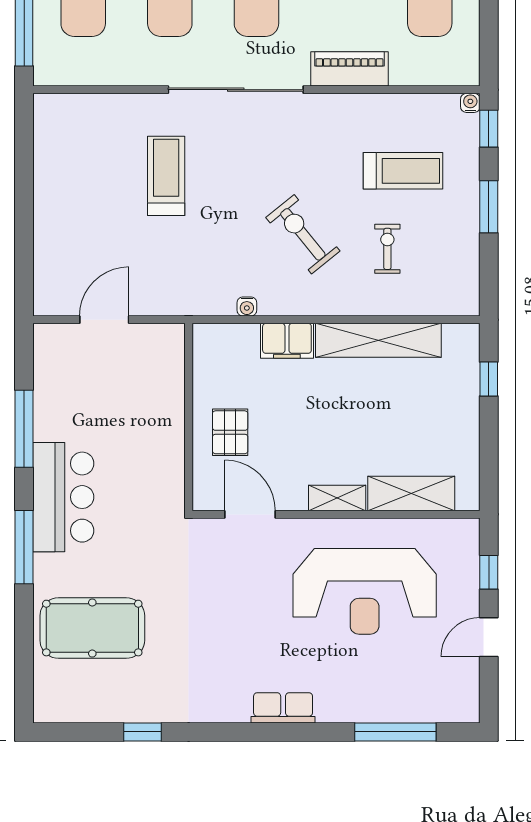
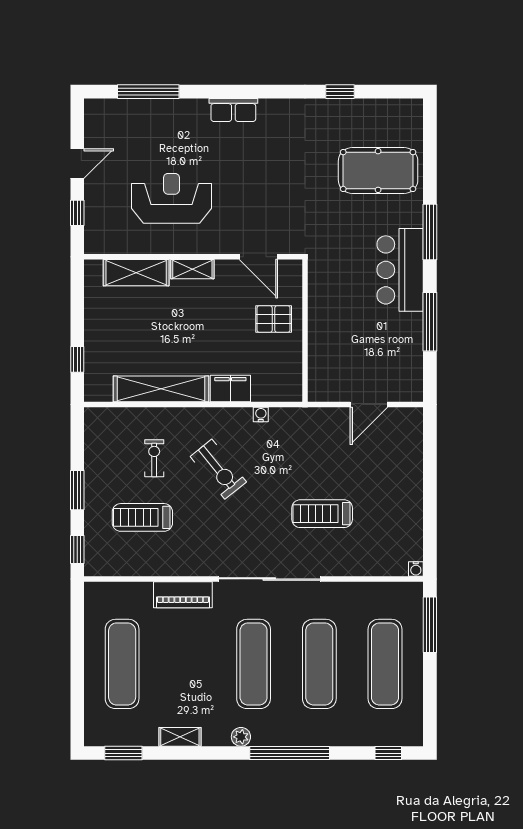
water cooler: (470, 103) -> (416, 569), moved
treadmill: (166, 176) -> (322, 514), turned 90
exercise bike: (387, 249) -> (154, 458), turned 180
pallet: (230, 432) -> (274, 319), turned 90
reception desk: (365, 591) -> (171, 198), width x0.74, depth x0.77

